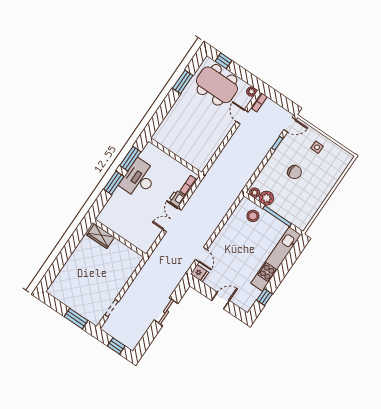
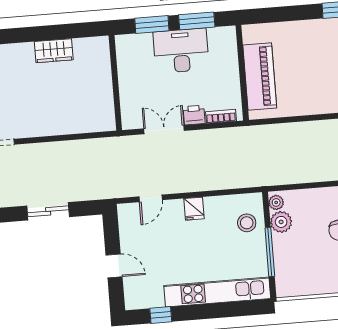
piano: (184, 150) -> (260, 76), added
wardrobe: (101, 236) -> (54, 51), moved, turned -90
wall: (119, 238) -> (115, 83), moved
fridge: (200, 273) -> (194, 209), moved

